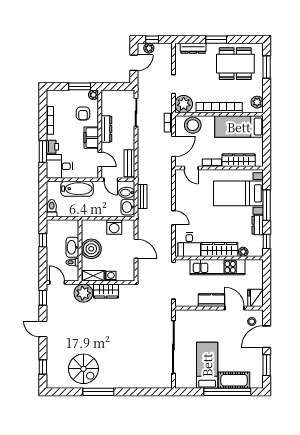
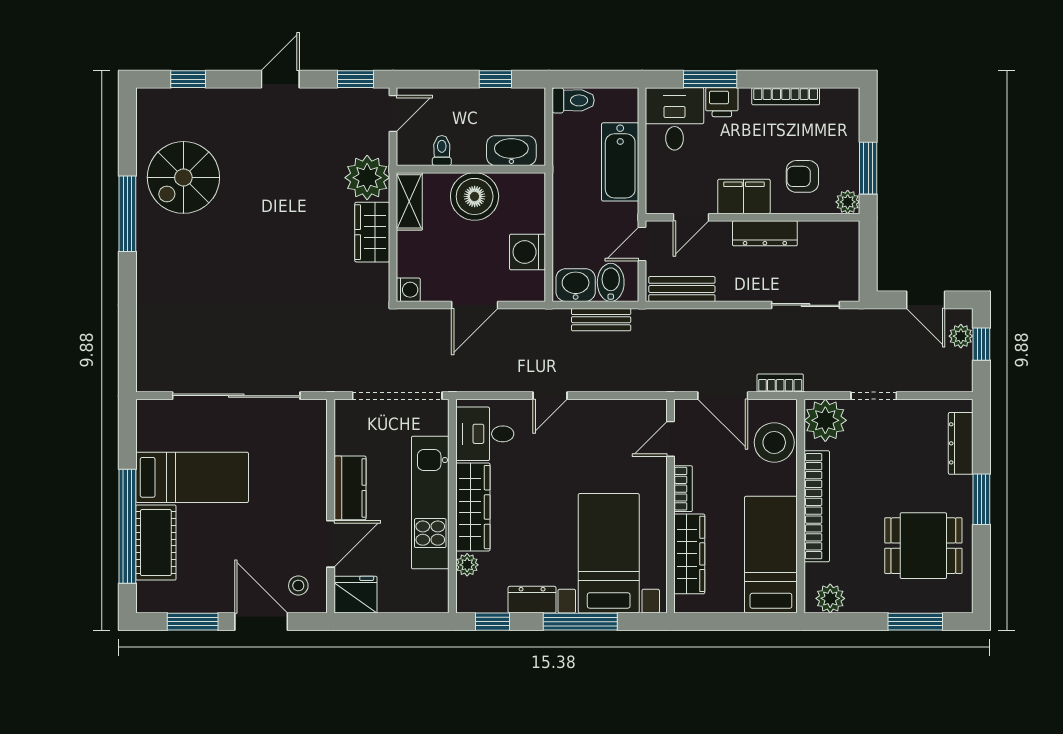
dining table: (235, 64) -> (923, 546), width x0.73
washbasin: (72, 247) -> (511, 151), moved
washing machine: (111, 276) -> (408, 290), moved

